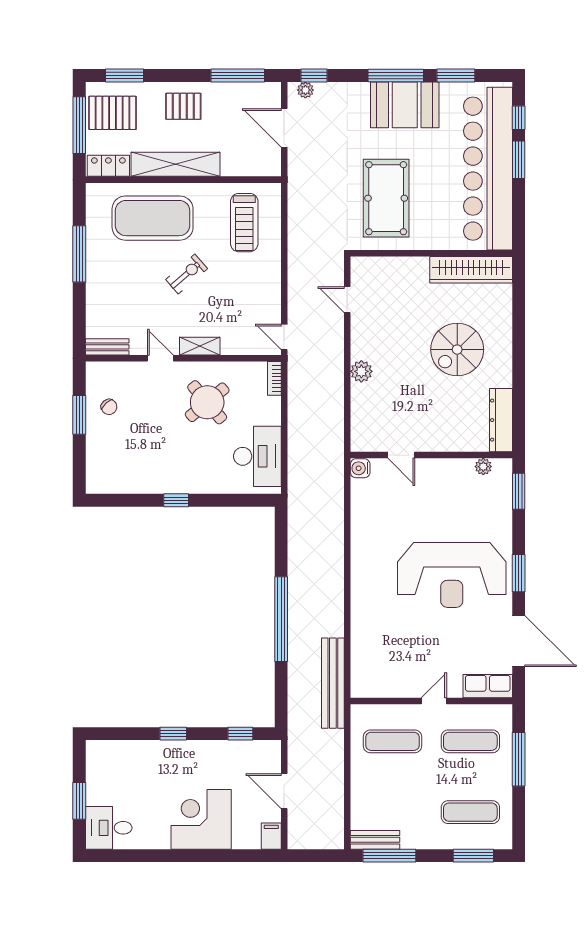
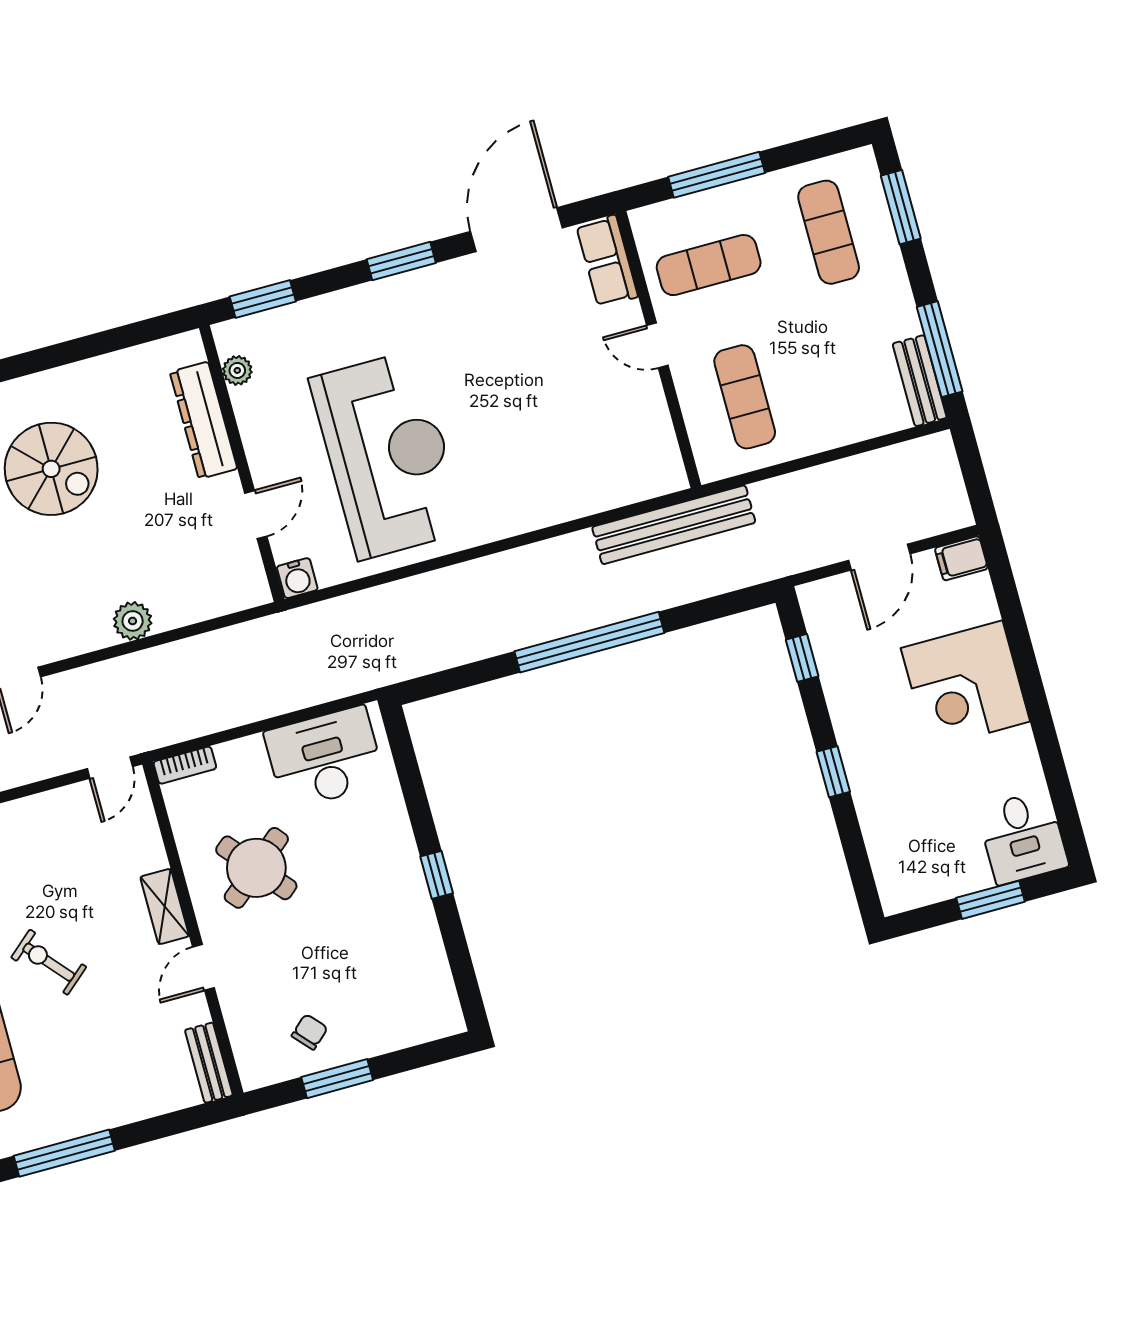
dresser: (501, 420) -> (204, 420), moved, turned 90
reception desk: (452, 575) -> (388, 455), moved
exercise mat: (470, 741) -> (709, 265), turned 90

